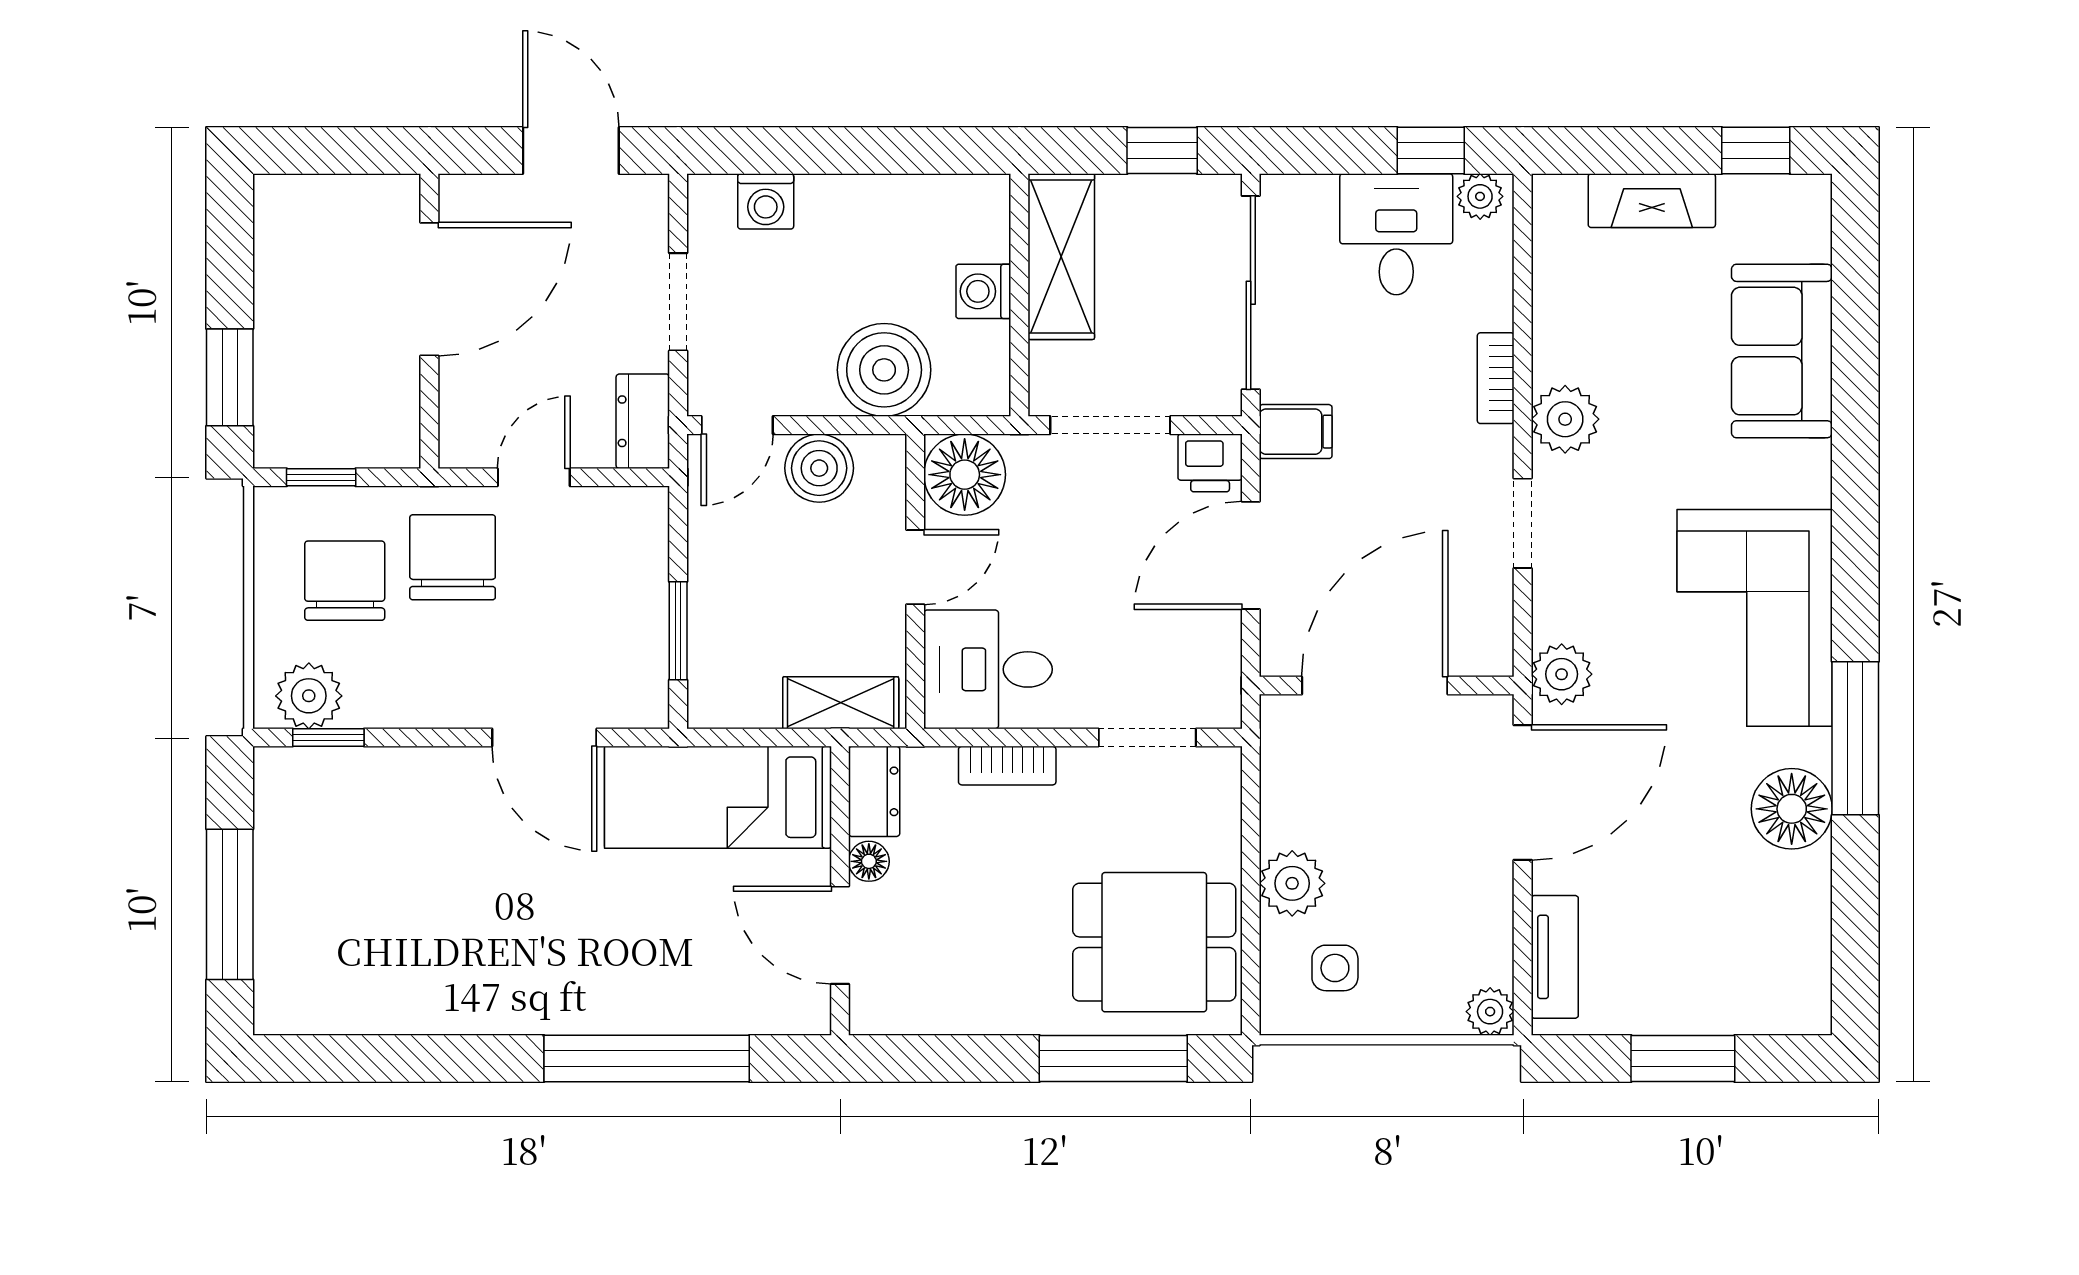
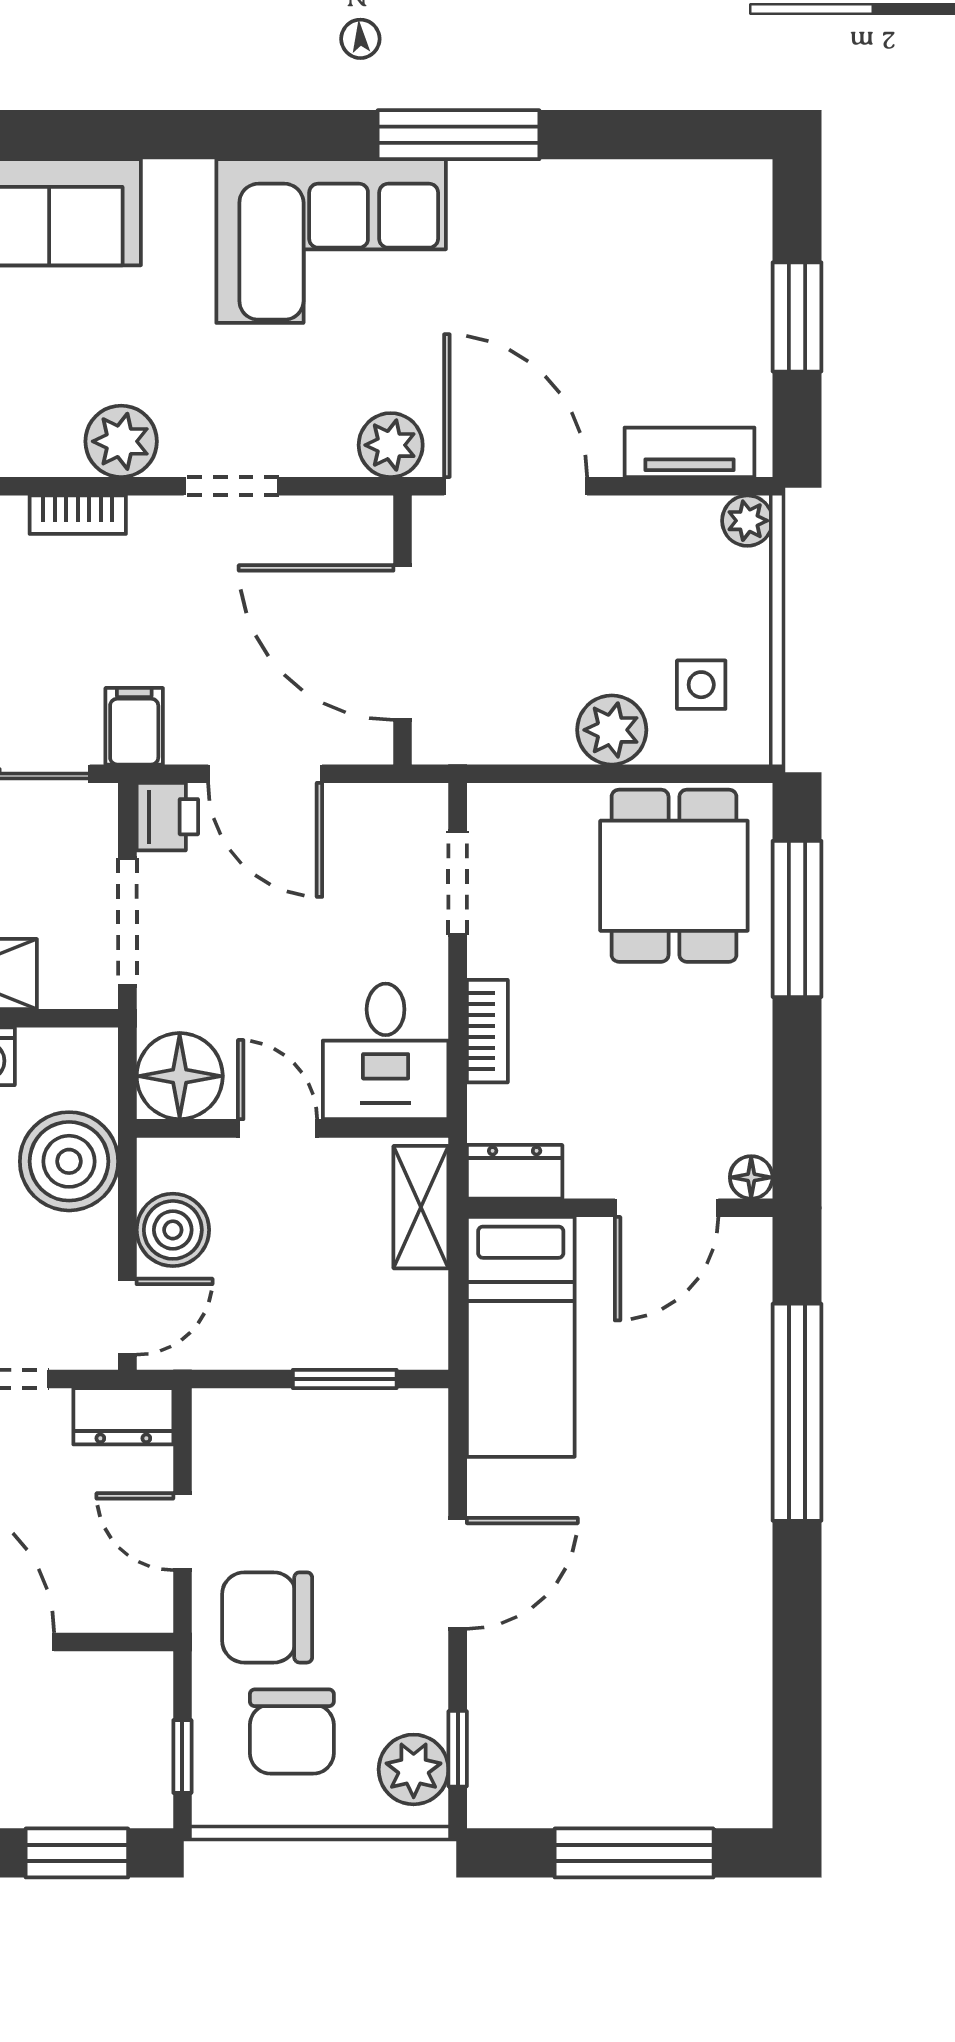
door: (737, 425) -> (127, 1317), hinge flipped
chair: (345, 581) -> (292, 1731), turned -90
door: (544, 738) -> (458, 1573), moved
floor lamp: (1792, 809) -> (533, 202), removed
floor lamp: (869, 861) -> (751, 1177), moved

